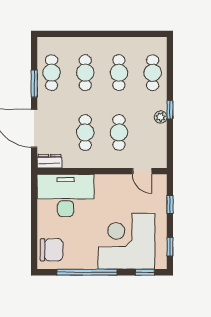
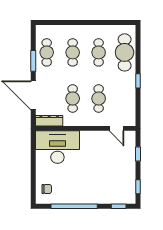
cafe table: (153, 73) -> (125, 52), width x1.37, depth x1.35
plant: (161, 117) -> (131, 87), removed
dresser: (49, 161) -> (49, 121), width x1.44
corner desk: (127, 241) -> (104, 182), removed
chair: (52, 250) -> (47, 189), width x0.54, depth x0.54

